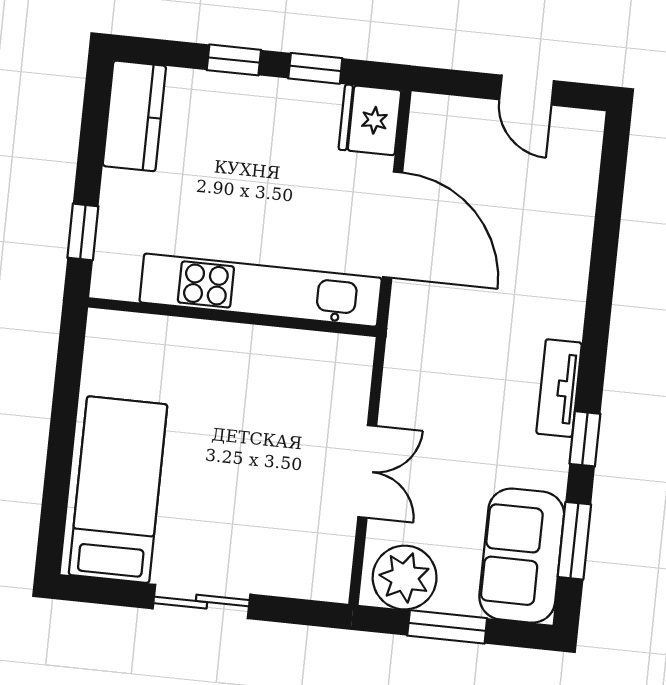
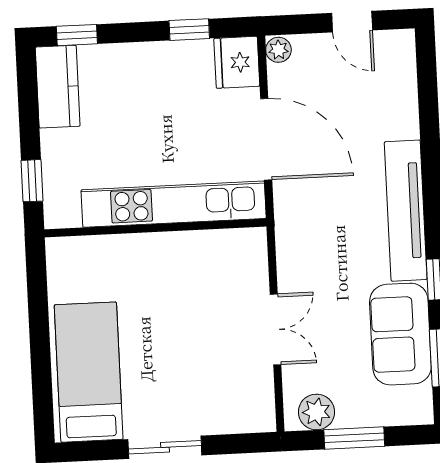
window: (234, 60) -> (77, 35), moved
plant: (426, 112) -> (278, 50), added
tv unit: (559, 388) -> (406, 211), width x1.92, depth x1.29
sofa: (522, 556) -> (400, 334), moved
plant: (405, 578) -> (316, 412), width x0.73, depth x0.73

